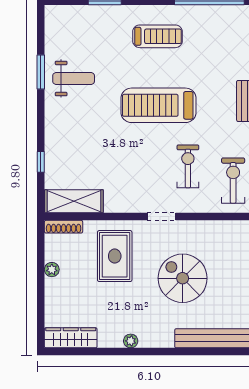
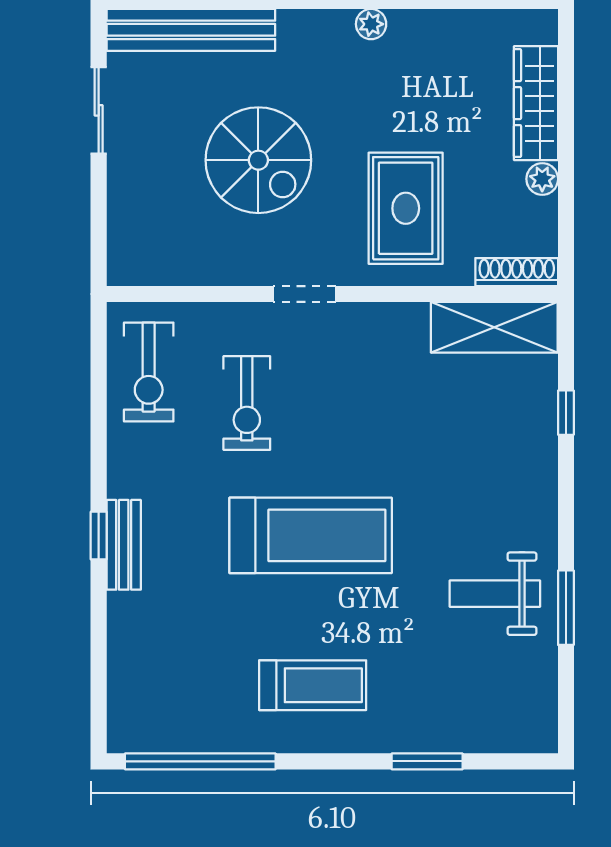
treadmill: (158, 36) -> (313, 685), turned 180
wardrobe: (71, 338) -> (536, 103), moved, turned 90

